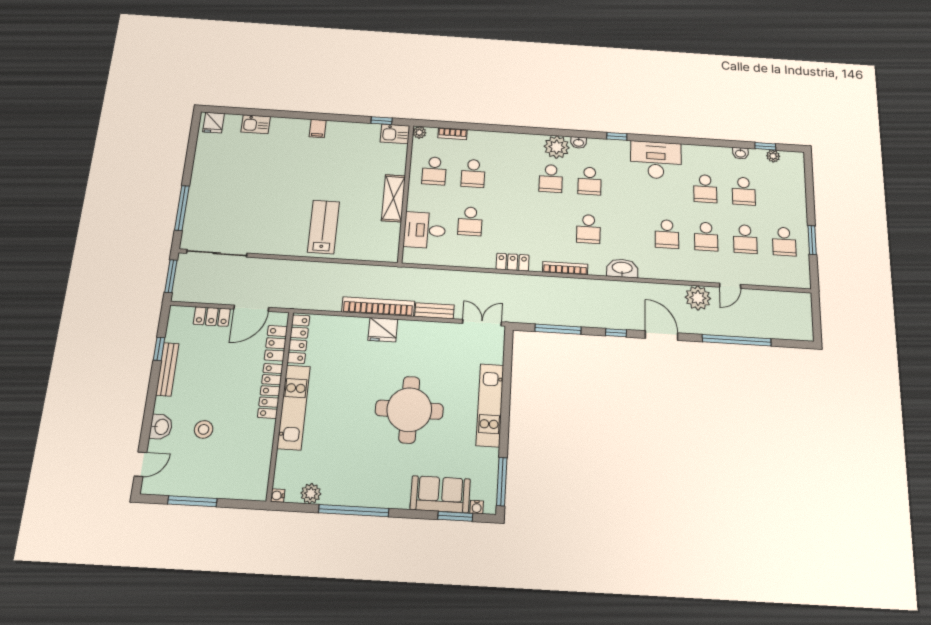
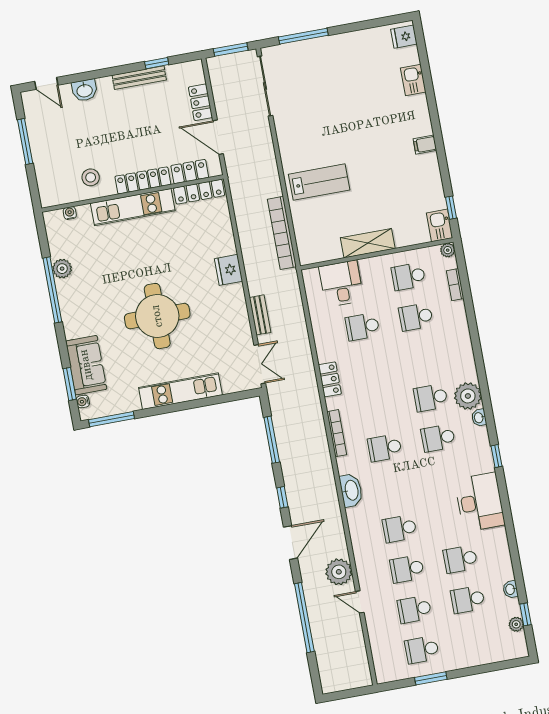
bookcase: (378, 307) -> (282, 233), moved, turned 180
stool: (204, 429) -> (91, 177), moved
plant: (311, 494) -> (62, 269), moved
water cooler: (278, 496) -> (70, 213), moved

